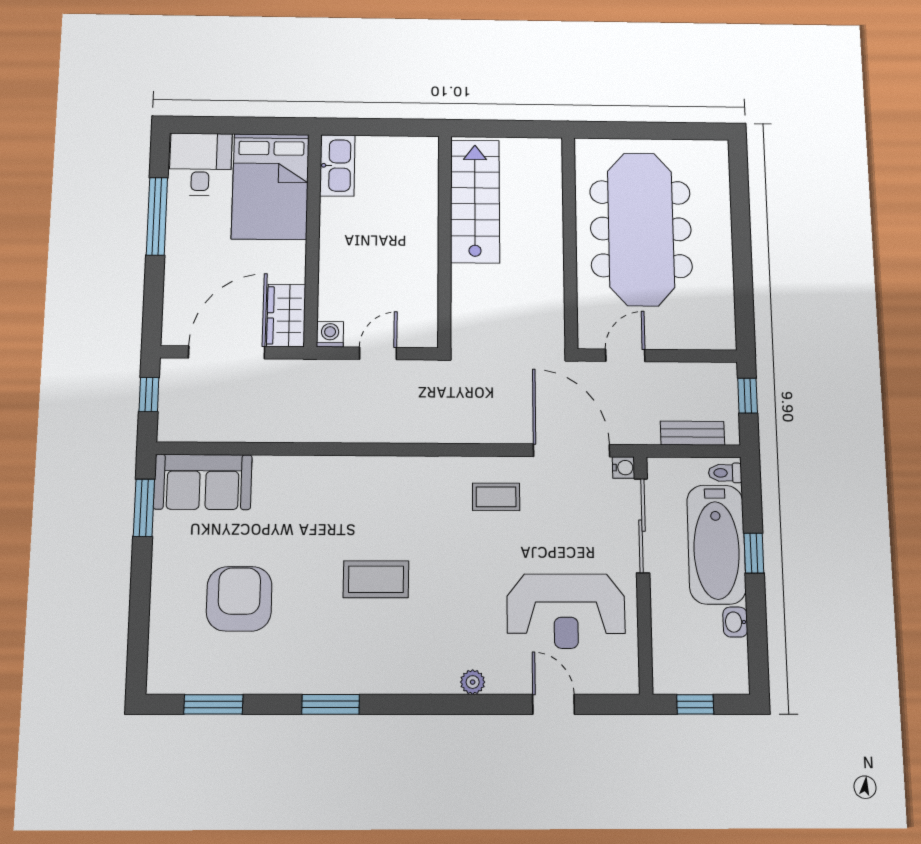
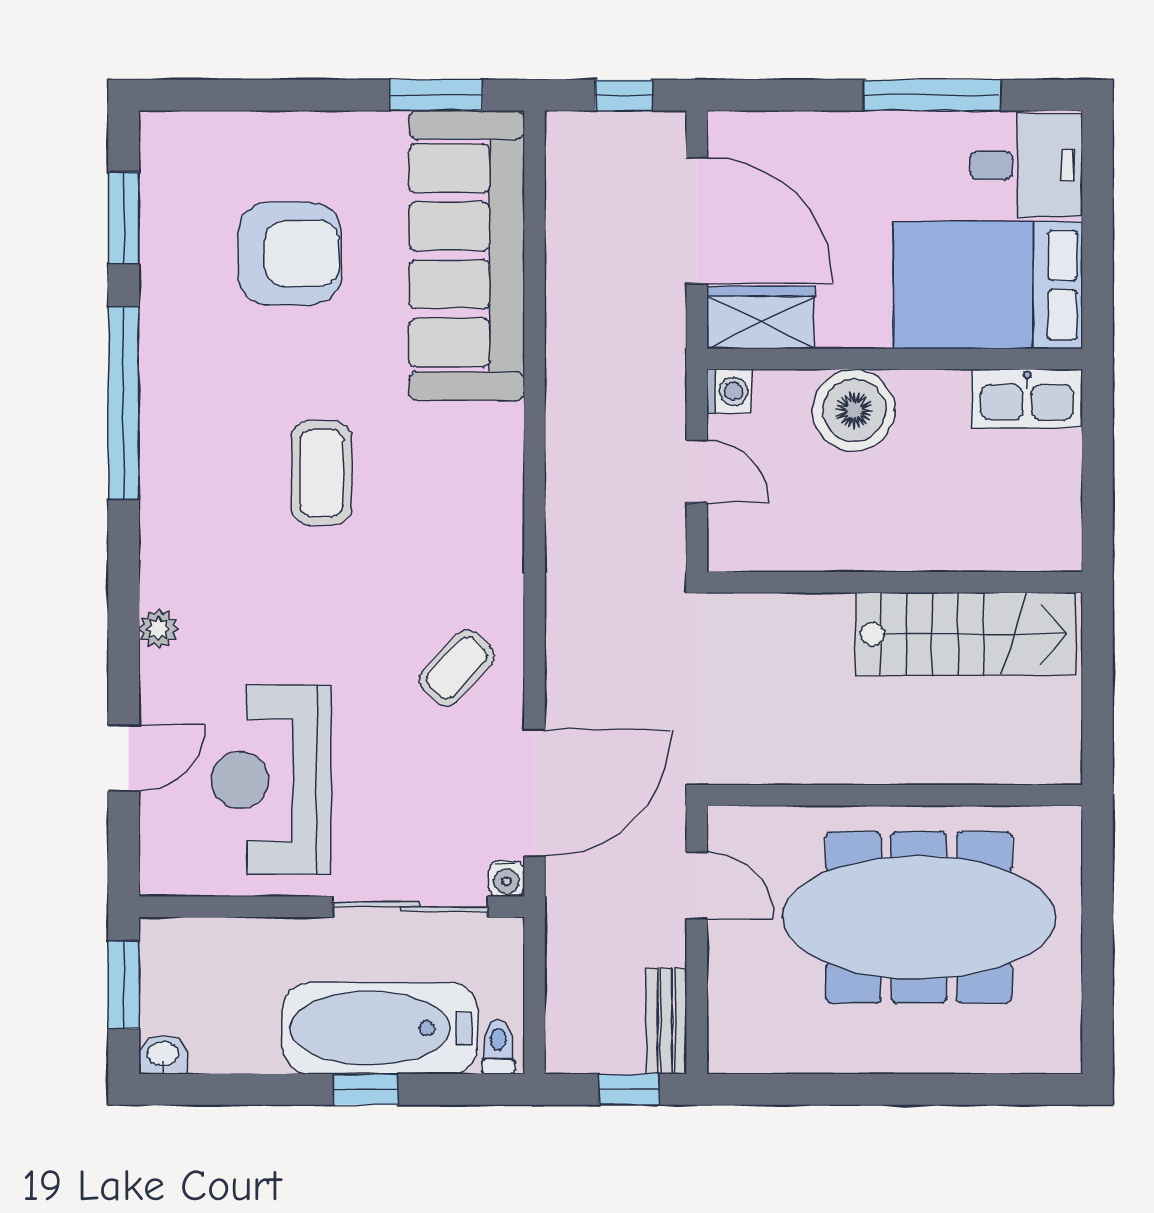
boiler: (343, 263) -> (854, 410), added
bench: (692, 433) -> (666, 1021), moved
sofa: (203, 482) -> (467, 256), width x1.85, depth x1.27
coffee table: (496, 497) -> (457, 668), turned 43
washbasin: (735, 622) -> (163, 1055), moved
window: (331, 704) -> (124, 403), width x2.11
window: (695, 704) -> (124, 985), width x1.50

